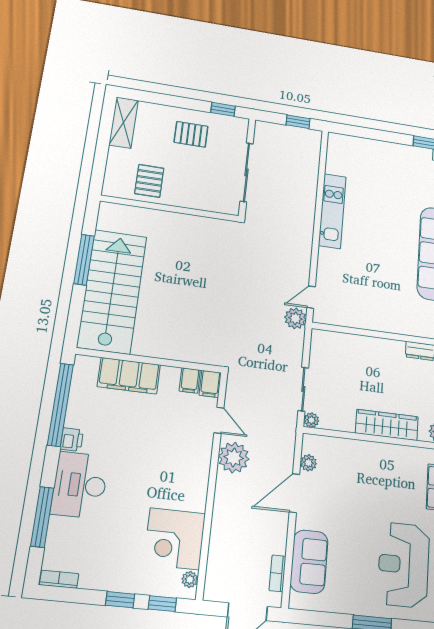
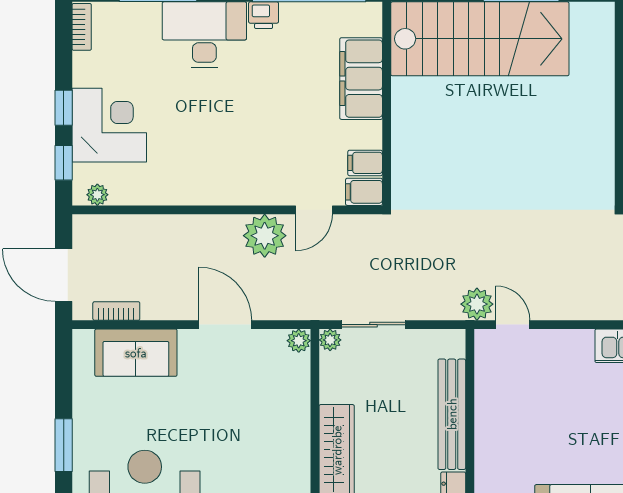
bench: (368, 345) -> (452, 414), added
plant: (308, 463) -> (299, 341), moved
corner desk: (175, 539) -> (109, 125), moved, turned 90

